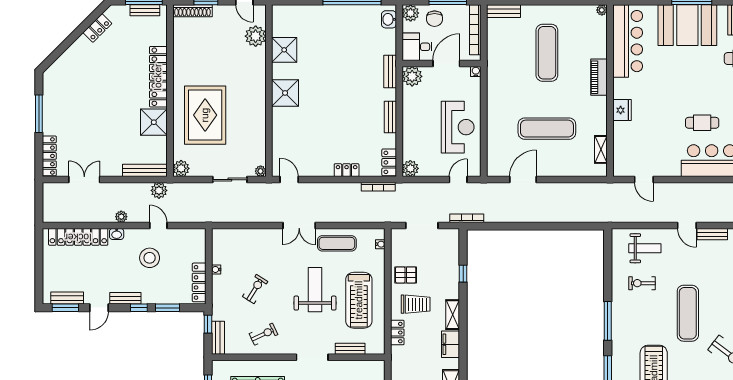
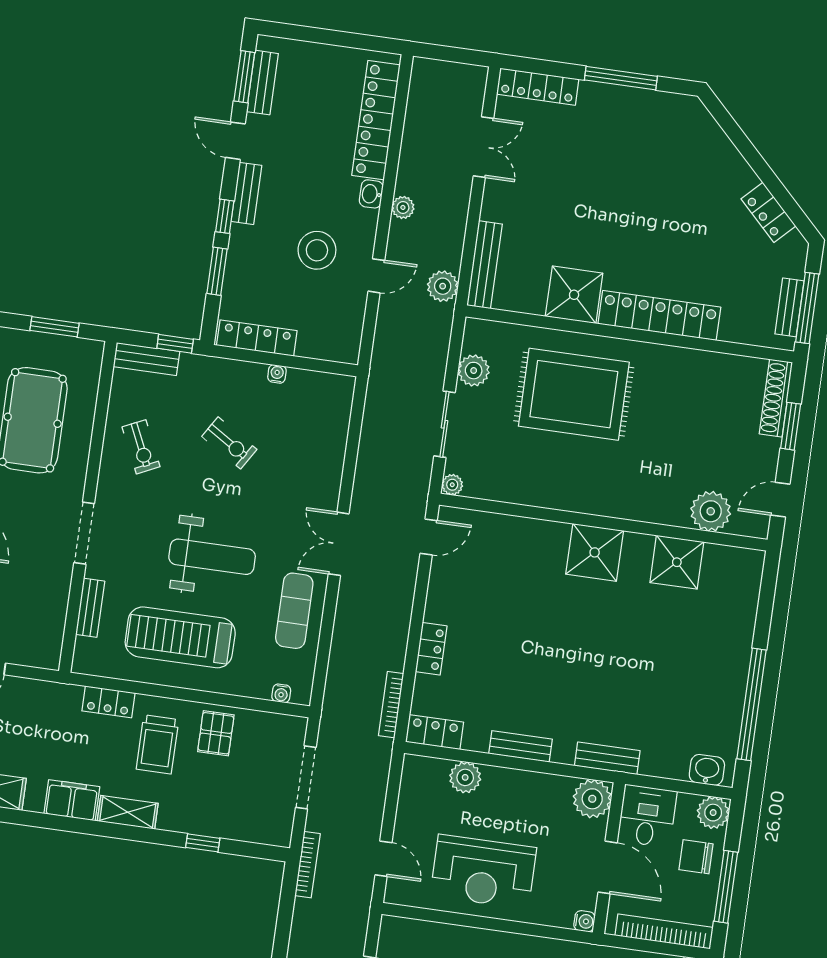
plant: (181, 168) -> (474, 371), moved
plant: (410, 168) -> (465, 777), moved

